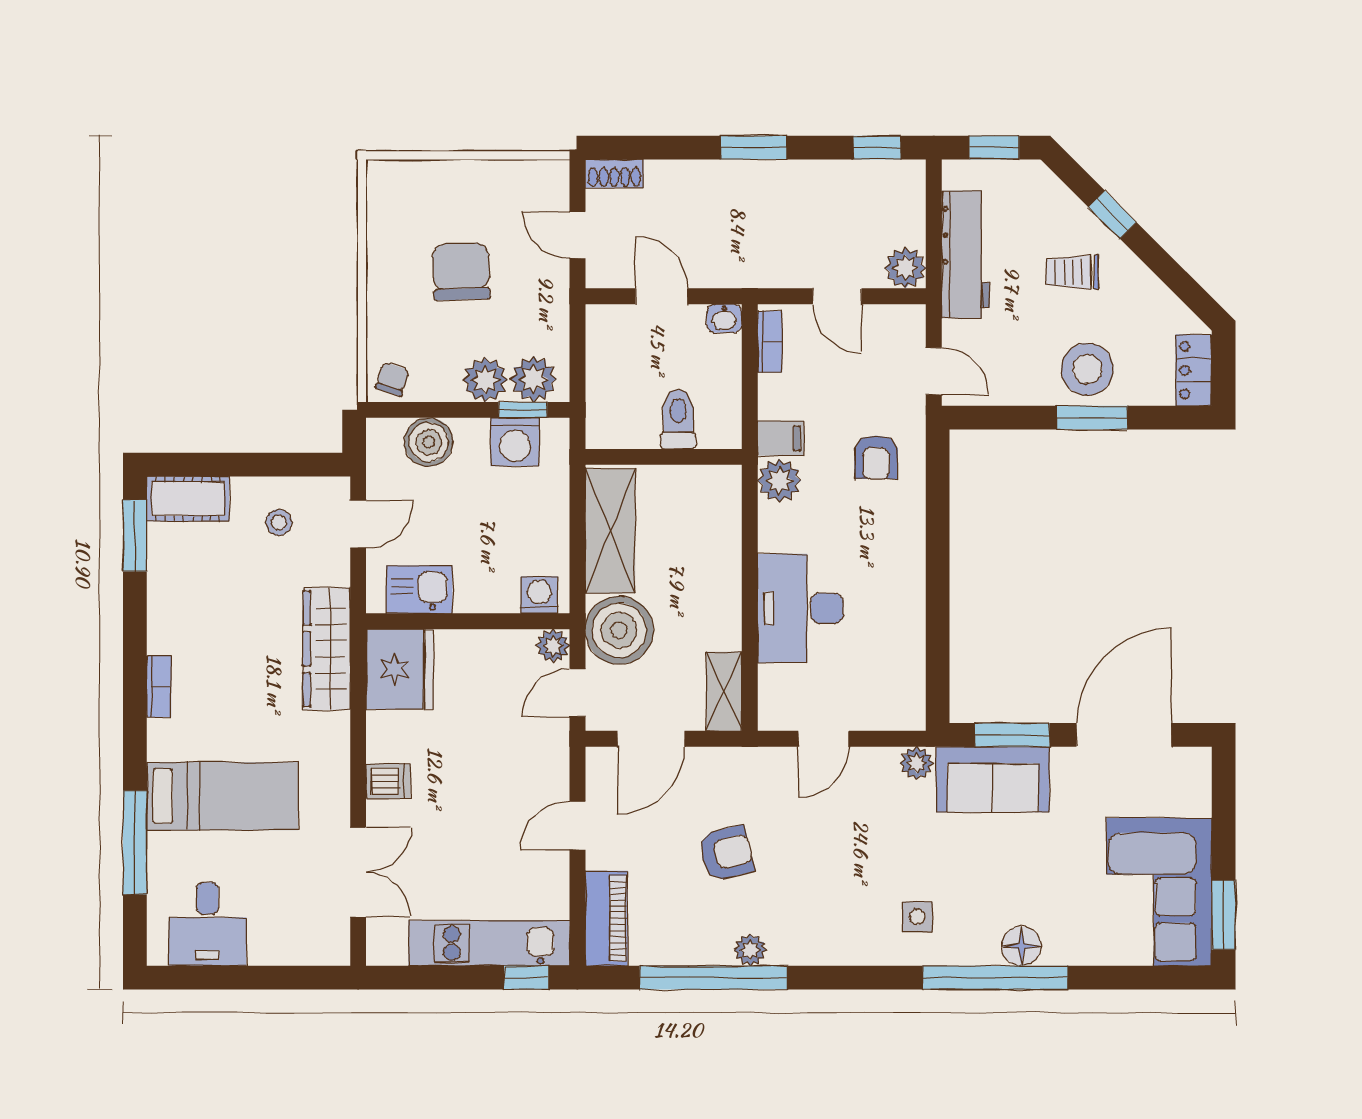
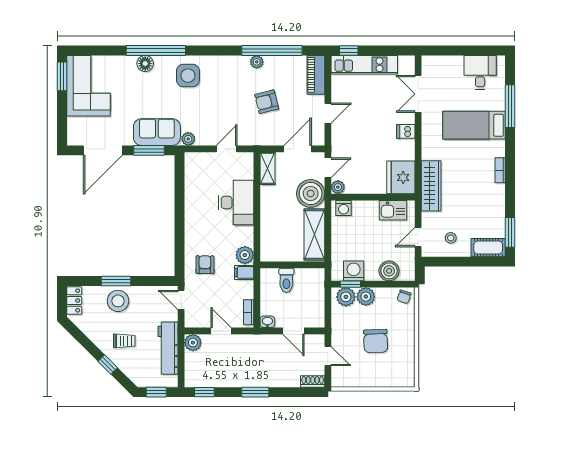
side table: (917, 917) -> (188, 76), width x1.87, depth x1.87

